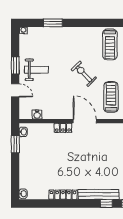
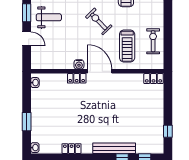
treadmill: (111, 97) -> (127, 46), turned 180
water cooler: (37, 115) -> (79, 64), moved
window: (15, 144) -> (27, 122), moved
locker: (63, 195) -> (72, 149), width x0.66

